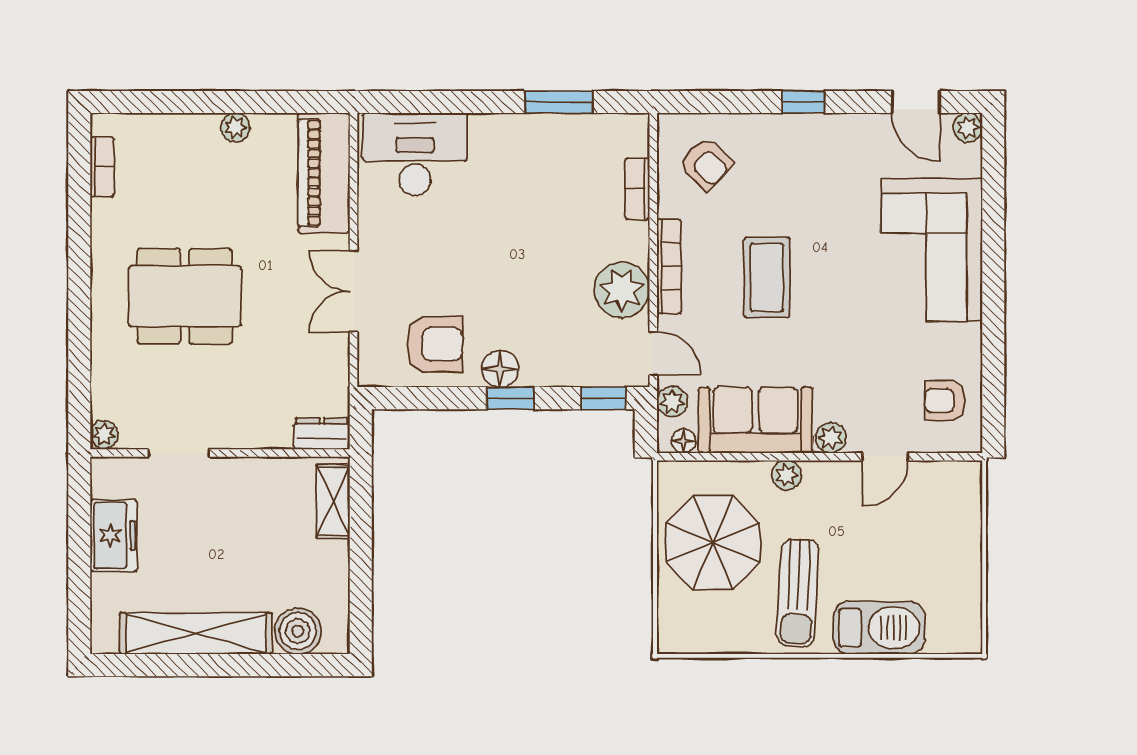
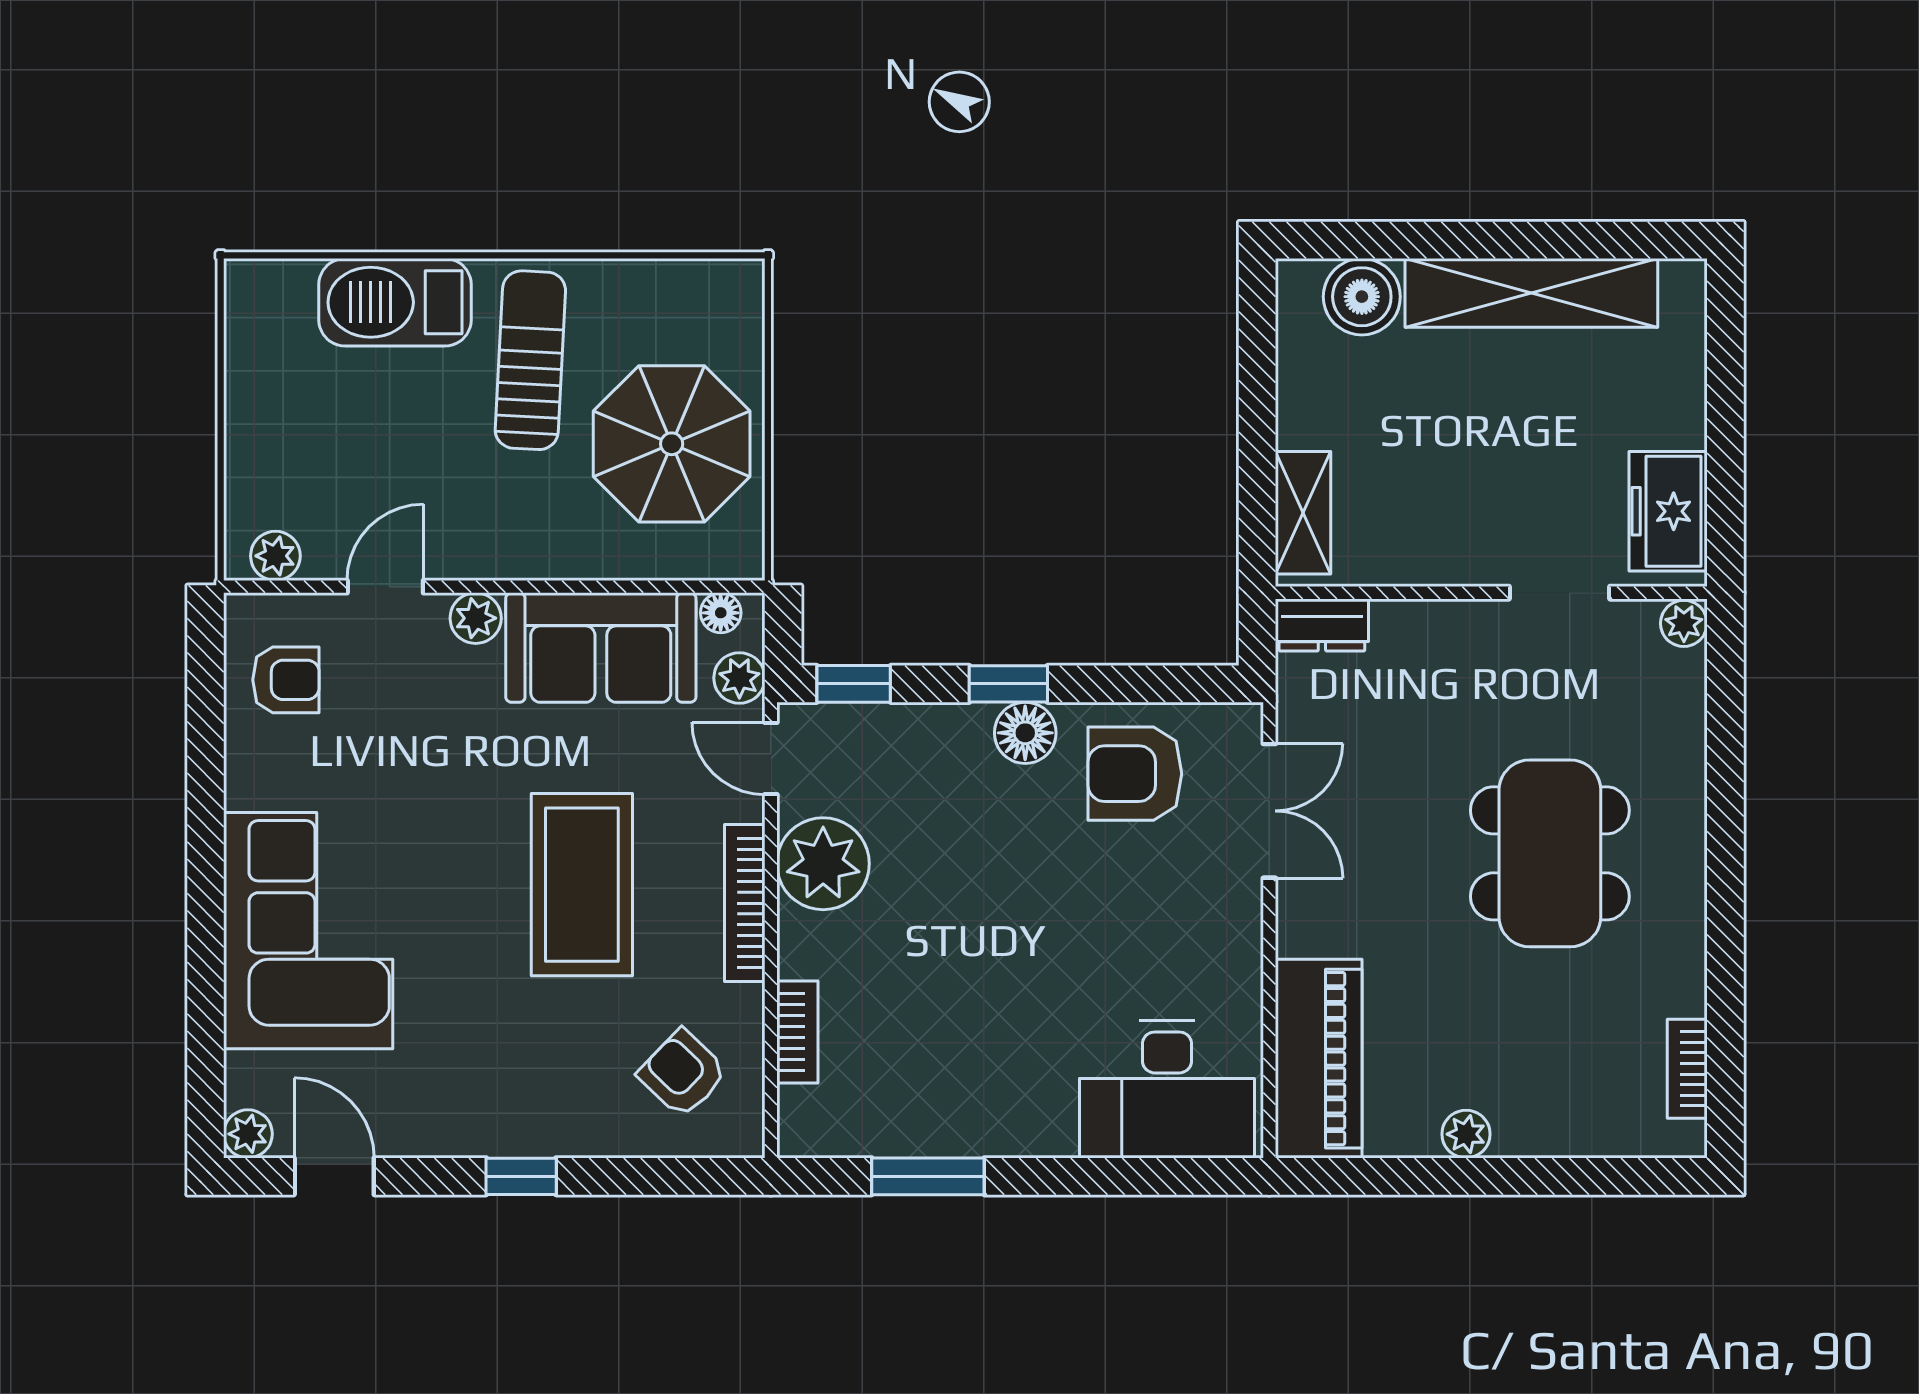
coffee table: (767, 277) -> (582, 885), width x1.36, depth x1.32
double door: (353, 291) -> (1269, 811), moved
dining table: (185, 296) -> (1550, 853), turned 90
plant: (787, 475) -> (275, 556), moved
freezer: (114, 535) -> (1668, 511), moved

